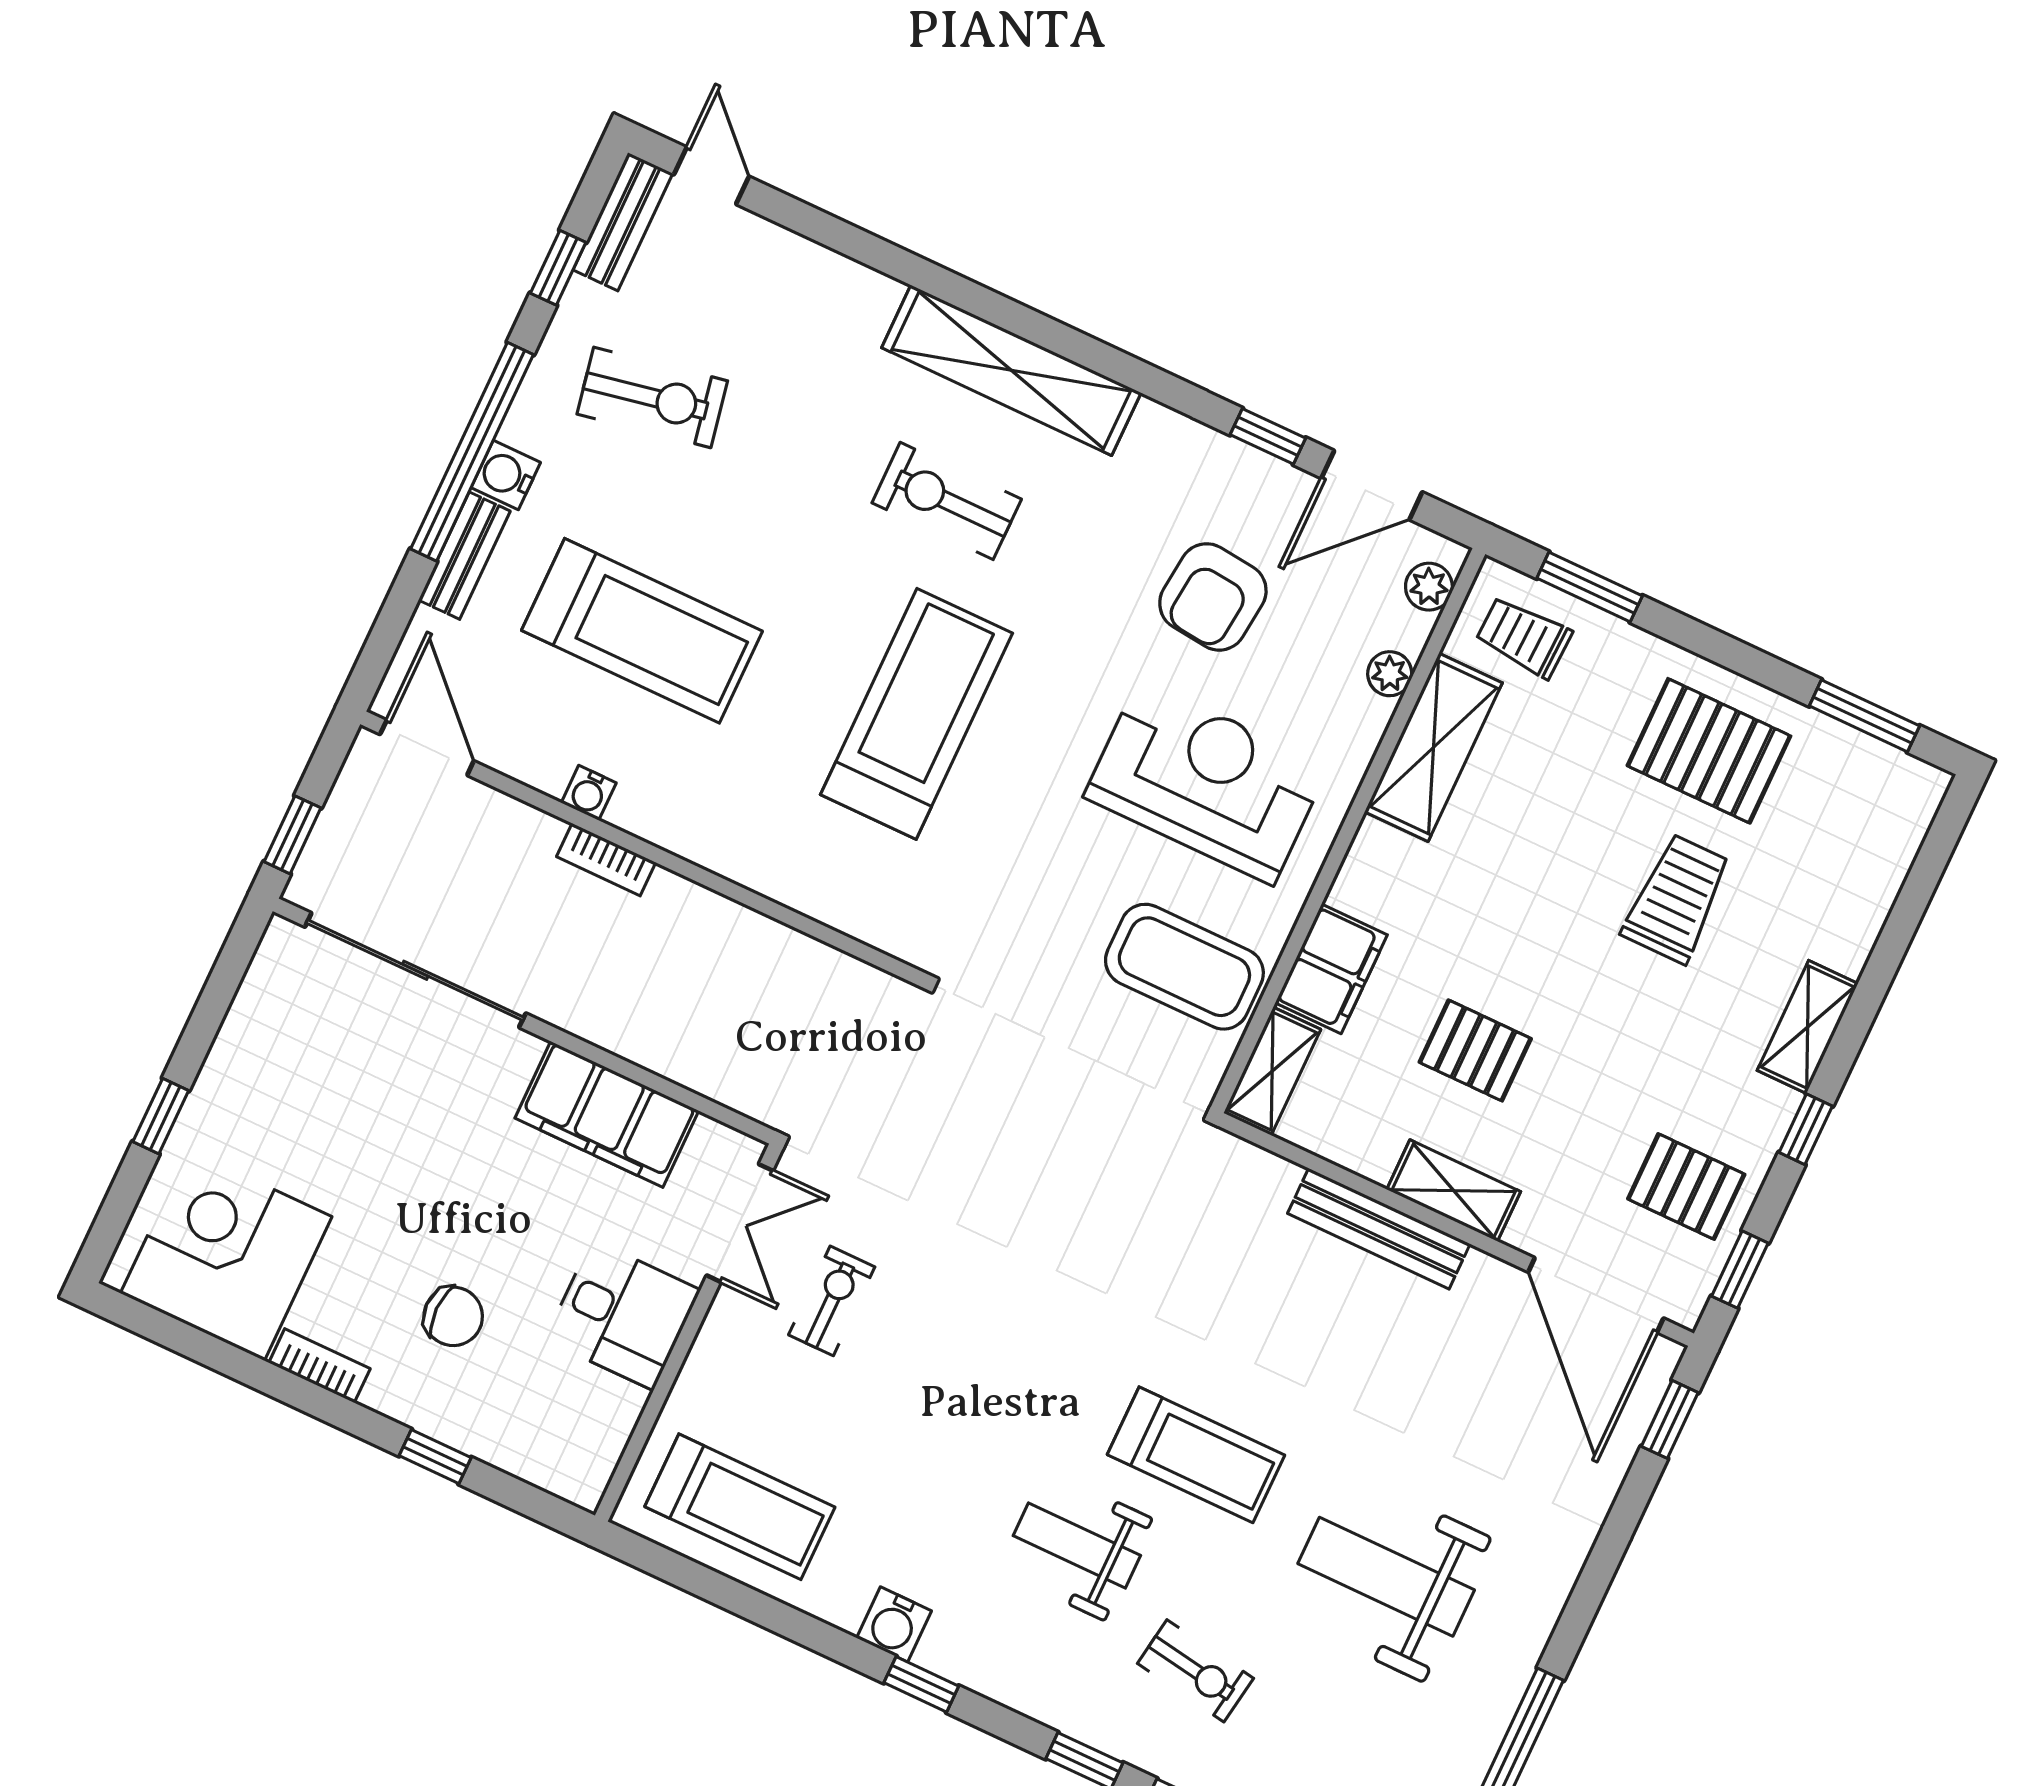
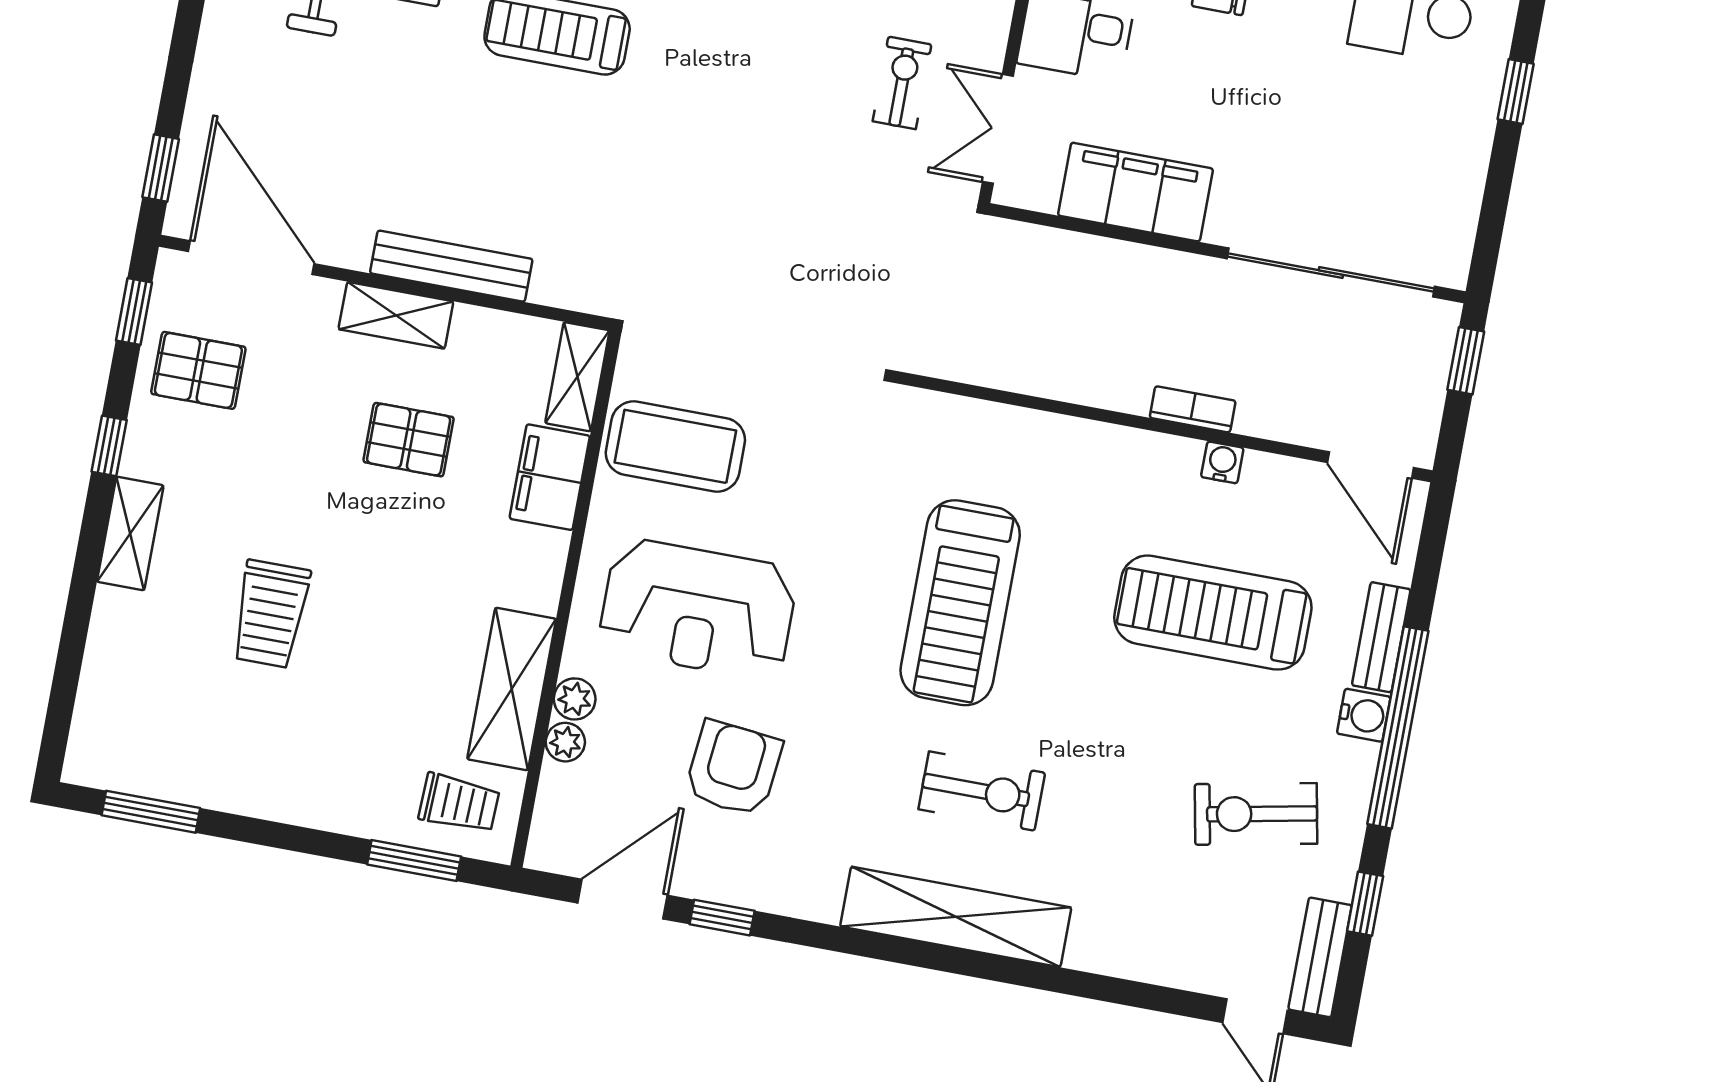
plant: (1429, 587) -> (575, 699), moved
pallet: (1709, 751) -> (276, 747), removed
exercise bike: (832, 1301) -> (902, 83), turned 180

